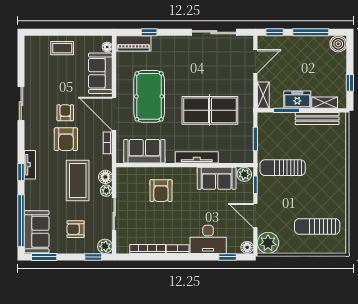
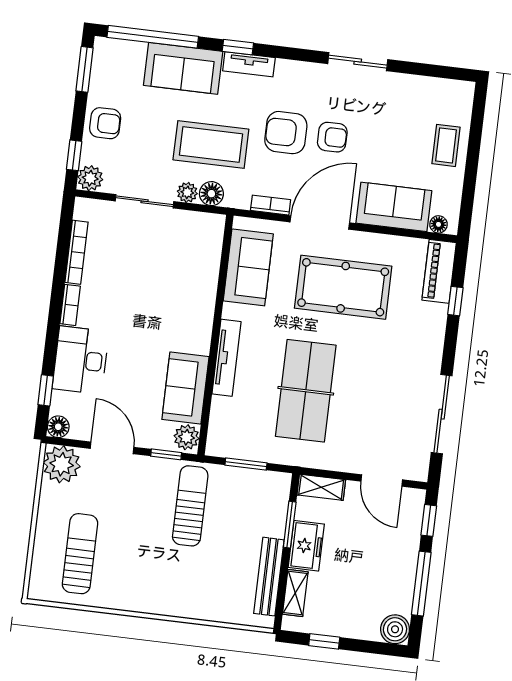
armchair: (161, 191) -> (176, 288), removed
door: (255, 216) -> (112, 448), hinge flipped
armchair: (76, 229) -> (105, 123), moved, turned 90
sofa: (37, 232) -> (183, 68), moved

